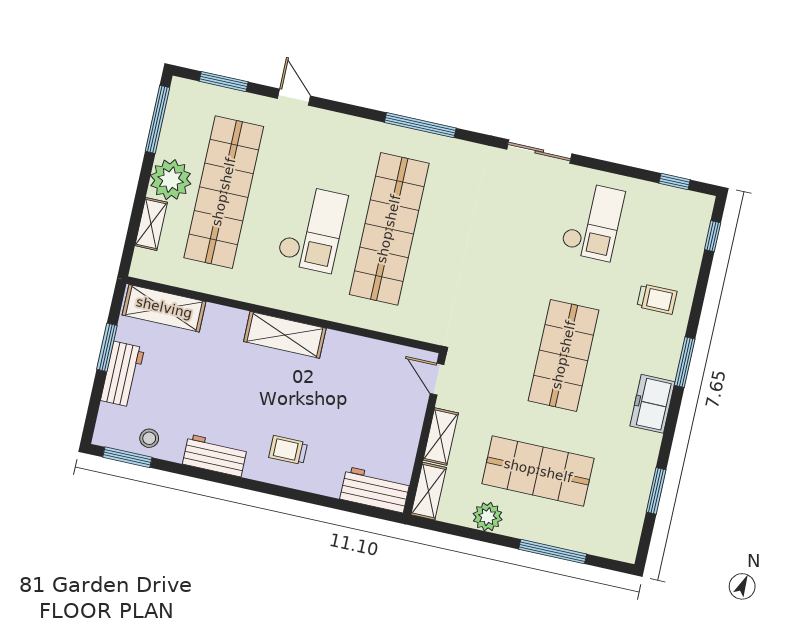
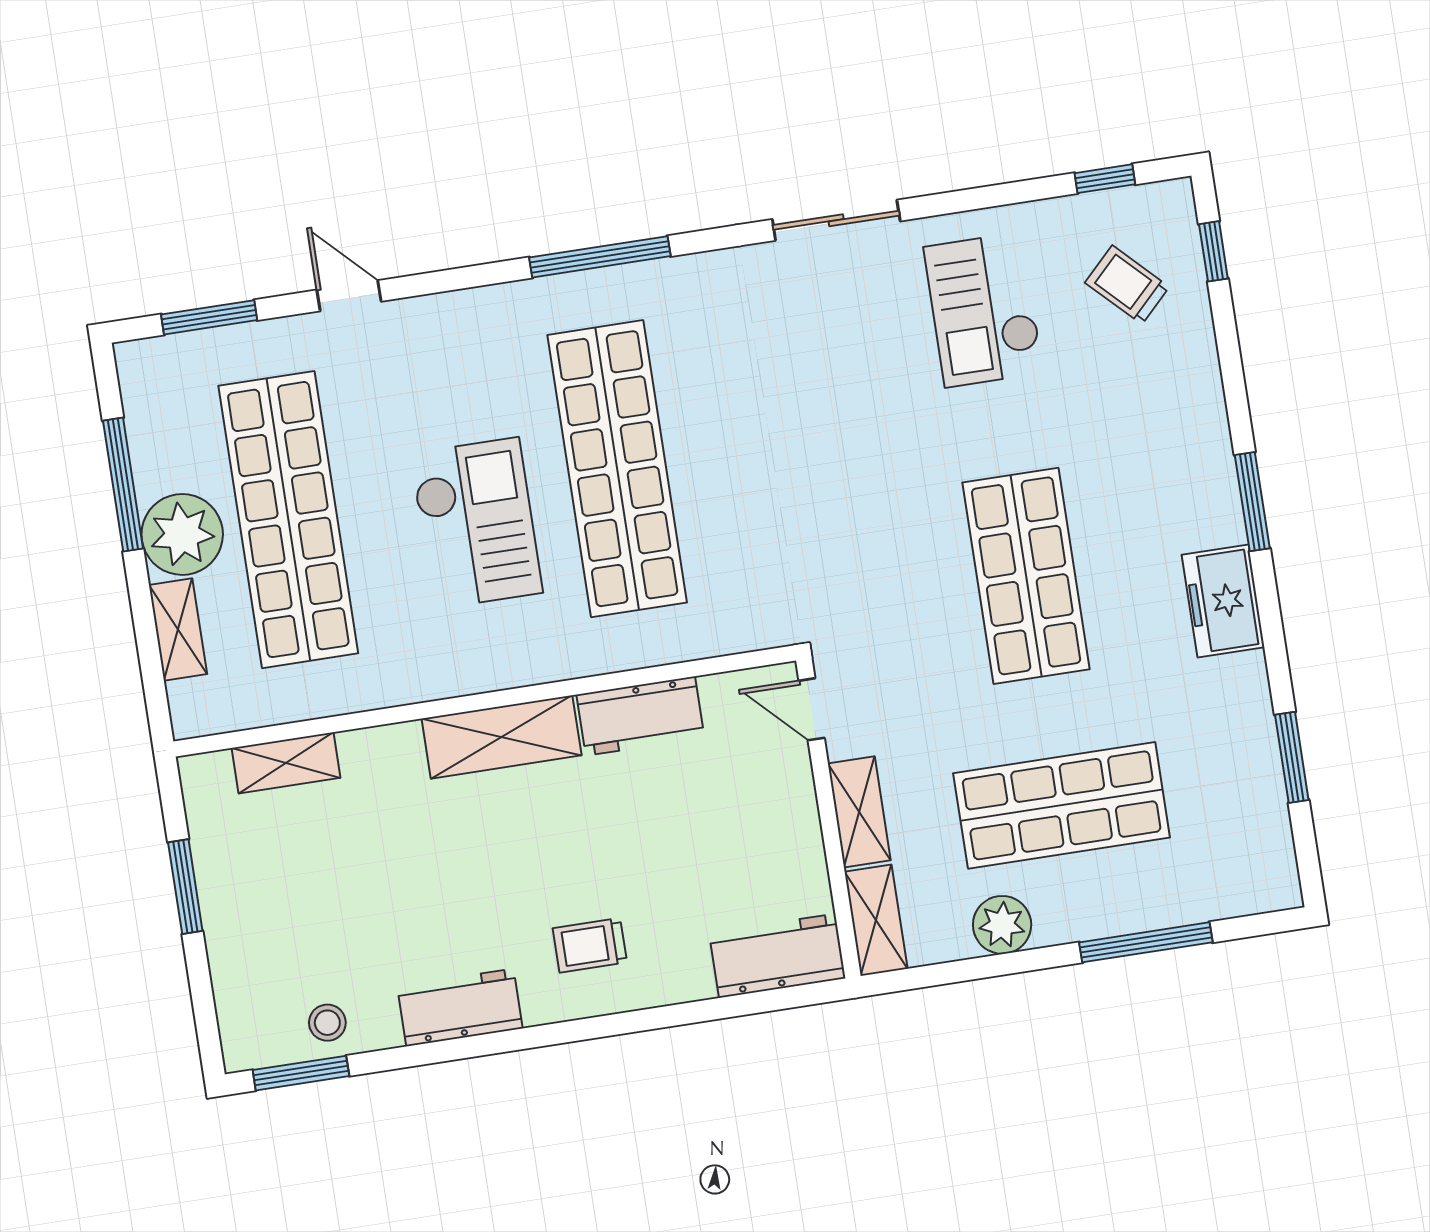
window: (157, 119) -> (123, 485), moved
checkout: (593, 221) -> (984, 310), turned 180
trolley: (657, 299) -> (1127, 285), moved, turned -135
shelving: (164, 308) -> (286, 763), width x0.67, depth x0.75
workbench: (123, 374) -> (640, 716), moved, turned 90

